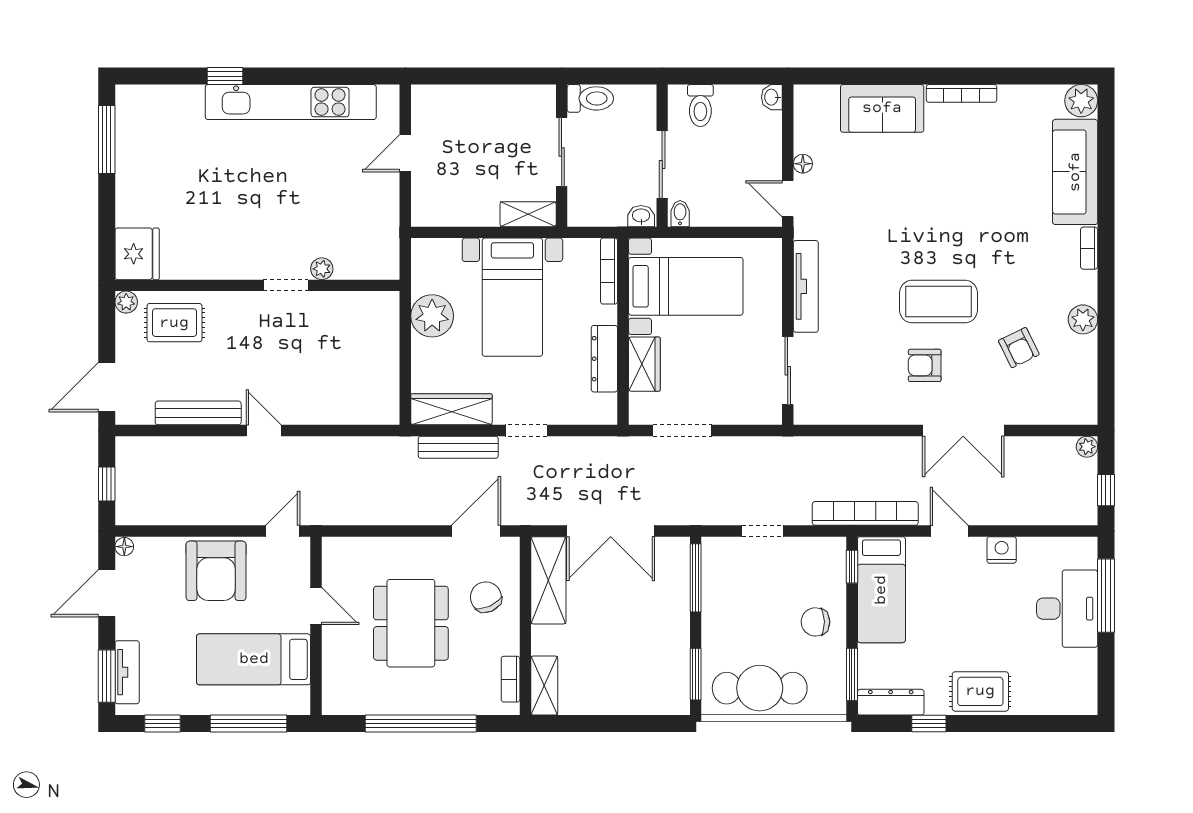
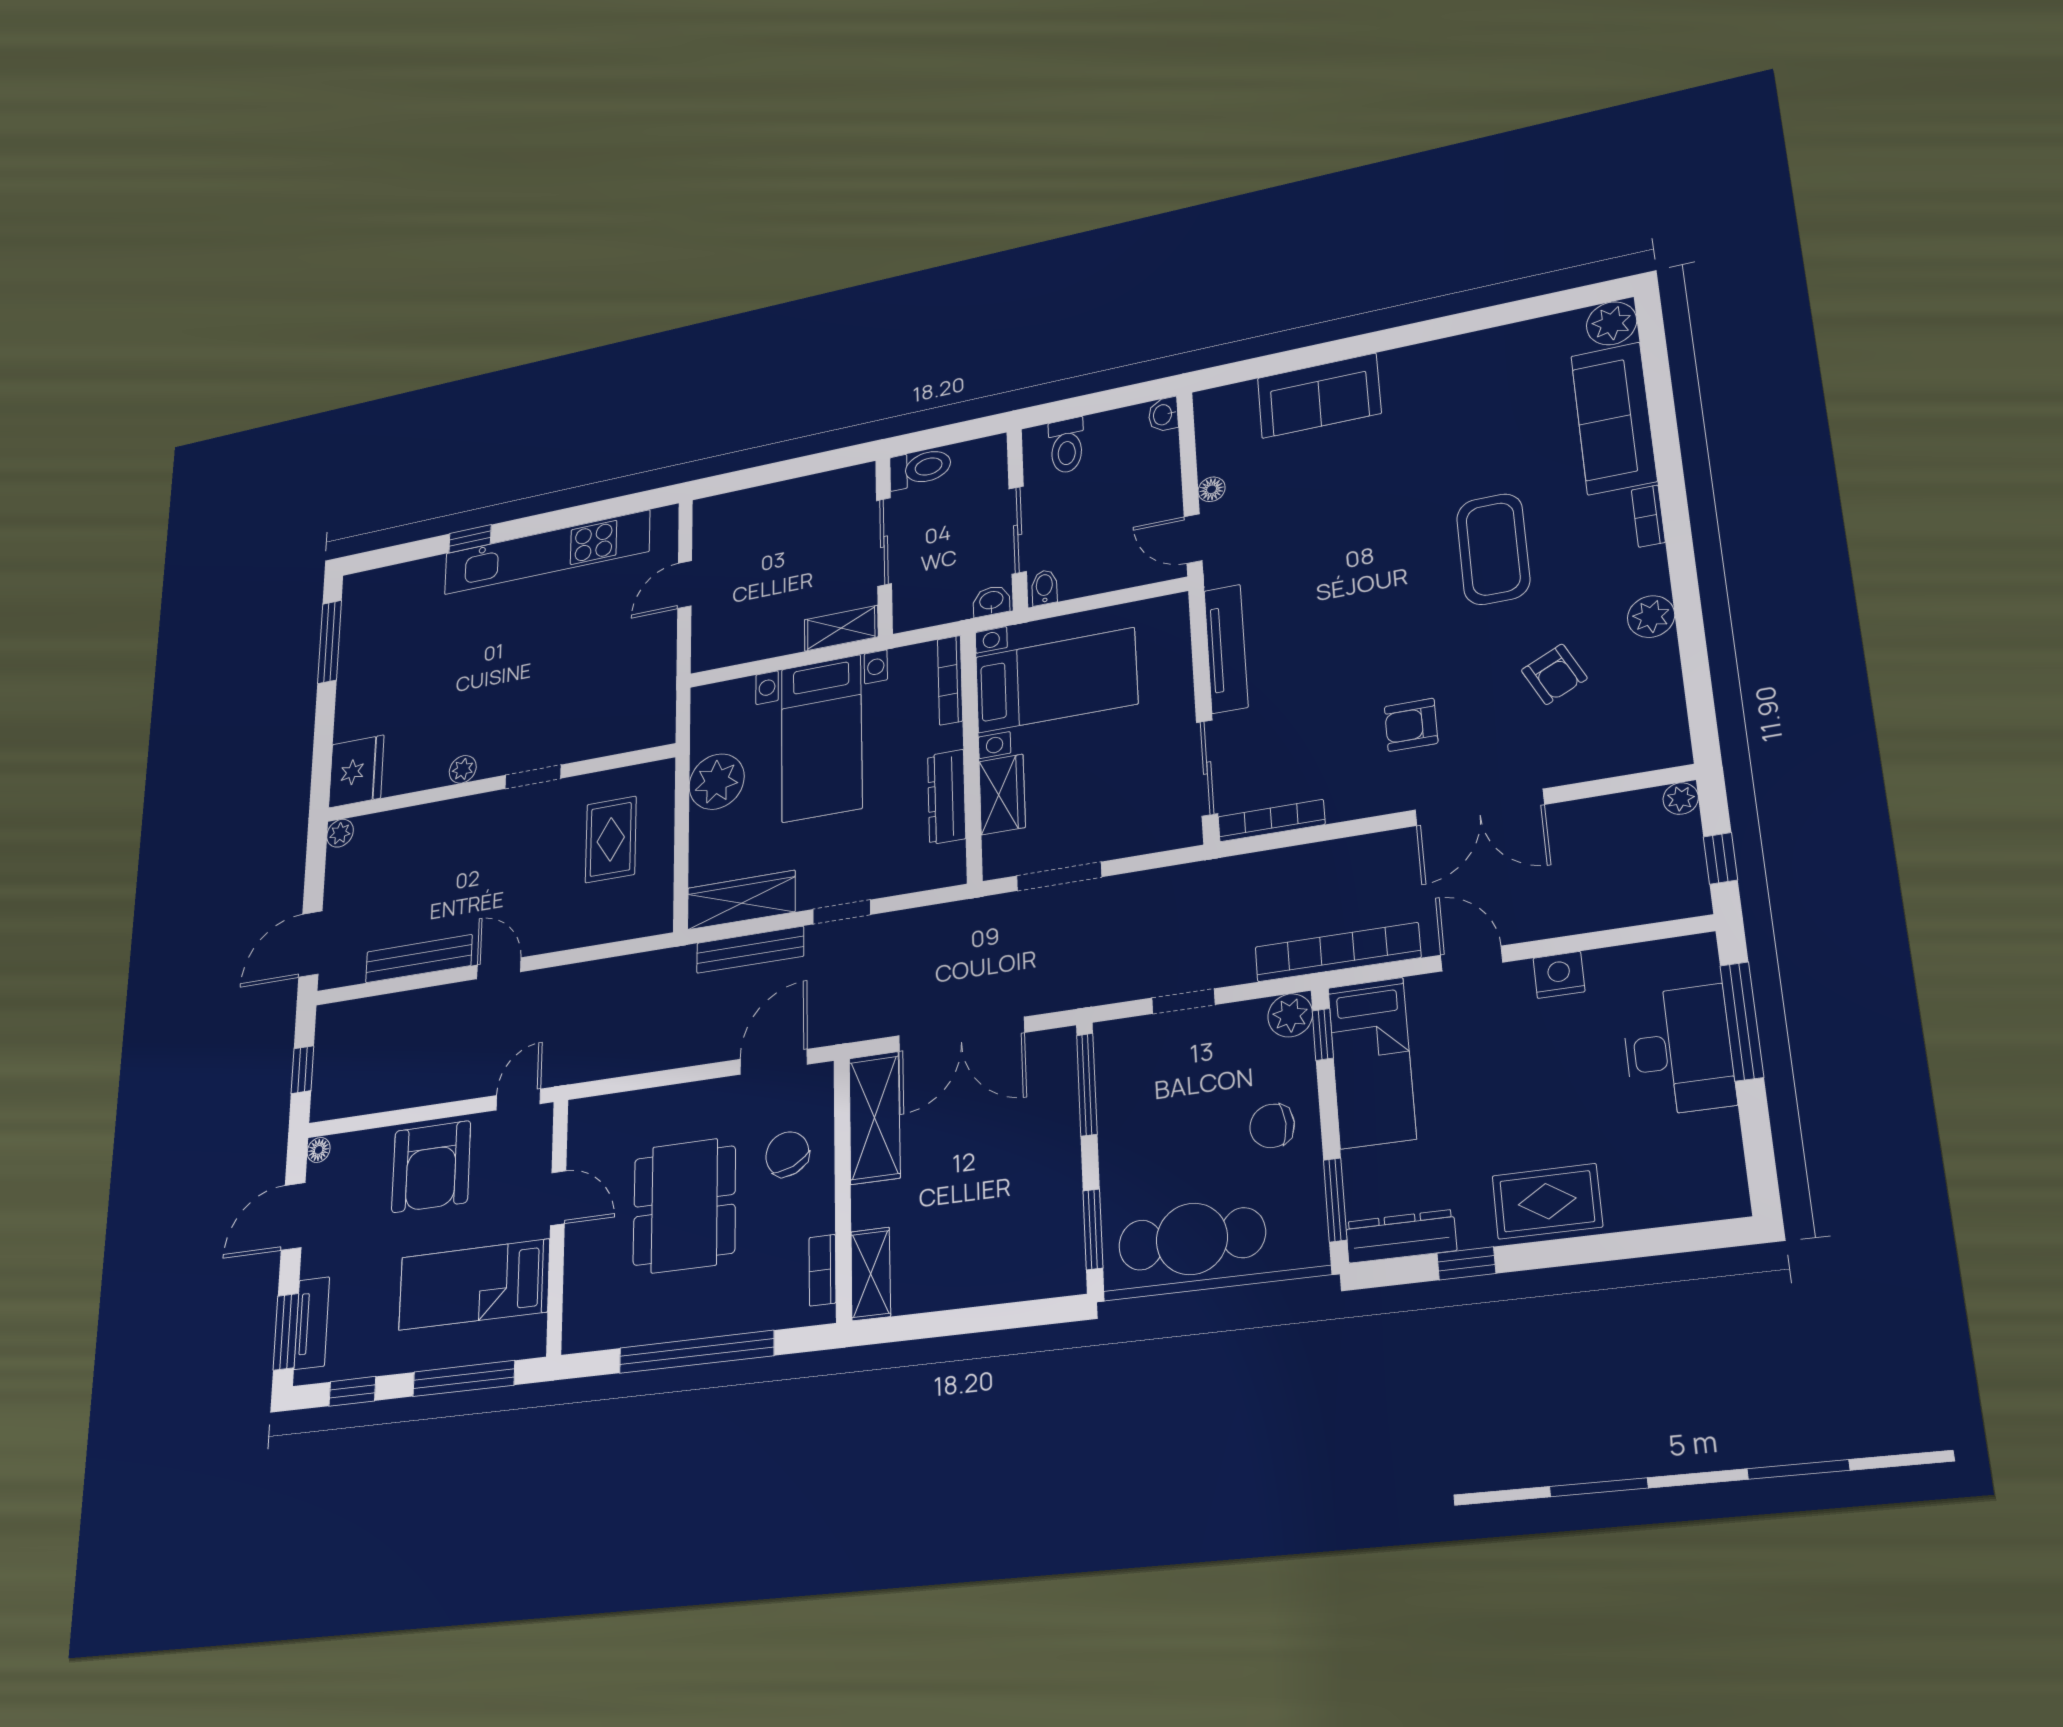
bookcase: (962, 93) -> (1271, 821), moved, turned 180
plant: (322, 269) -> (463, 769), moved
coffee table: (939, 302) -> (1493, 549), moved, turned 90
rug: (174, 323) -> (611, 839), moved, turned 90
plant: (832, 551) -> (1290, 1015), added

